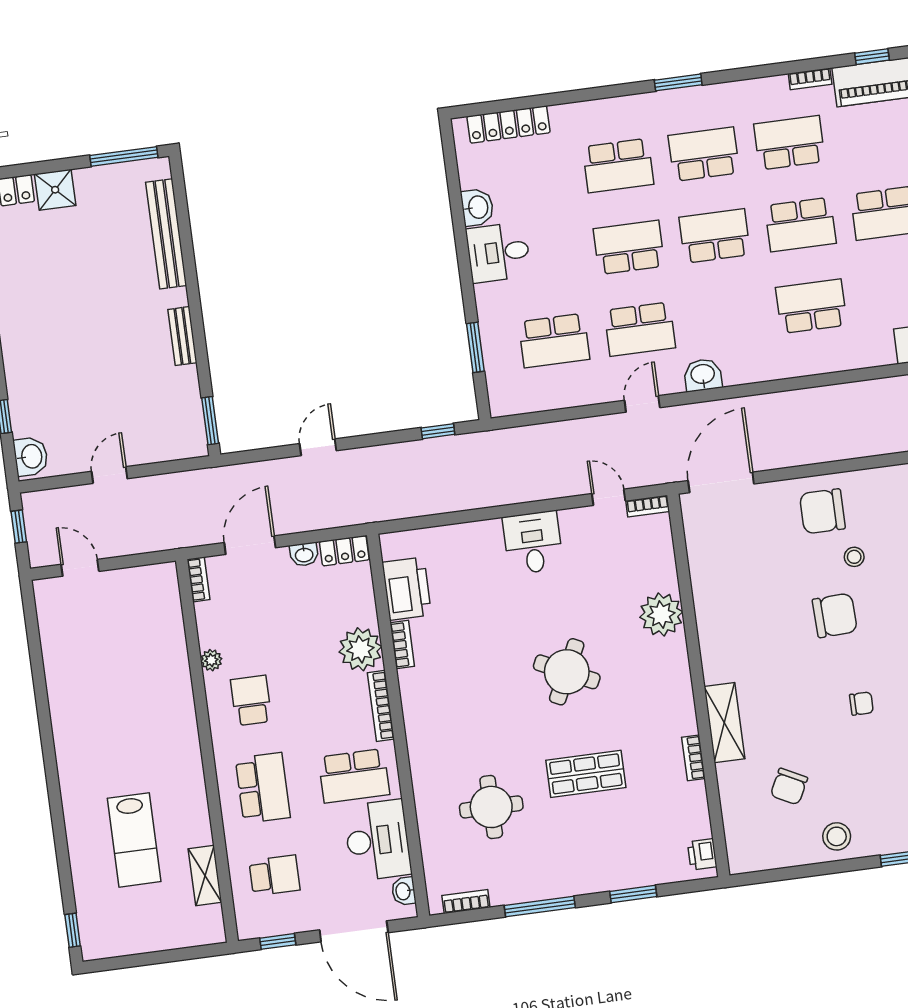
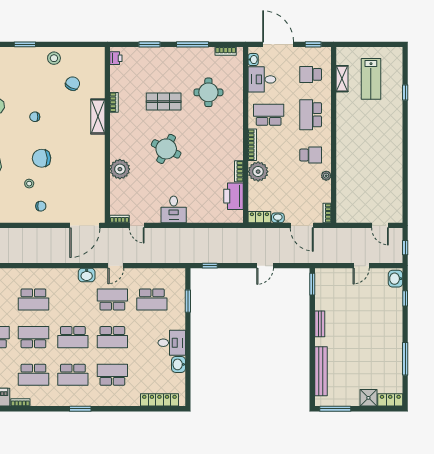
school desk: (554, 341) -> (152, 299), turned 180
chair: (822, 511) -> (41, 206), width x0.54, depth x0.54
door: (250, 545) -> (302, 225), hinge flipped
school desk: (251, 700) -> (311, 155), turned -90
lab bench: (134, 840) -> (371, 79), moved, turned 180
desk: (377, 840) -> (262, 79), width x0.73
window: (73, 930) -> (405, 93), moved

